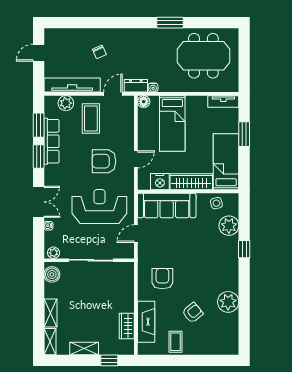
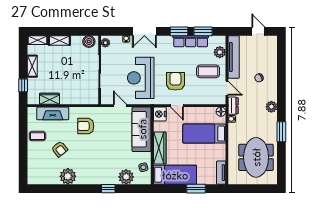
plant: (137, 36) -> (271, 107), added
nightstand: (160, 182) -> (160, 114), moved
reception desk: (99, 207) -> (141, 78), turned 180
armchair: (162, 279) -> (86, 126), turned 180

